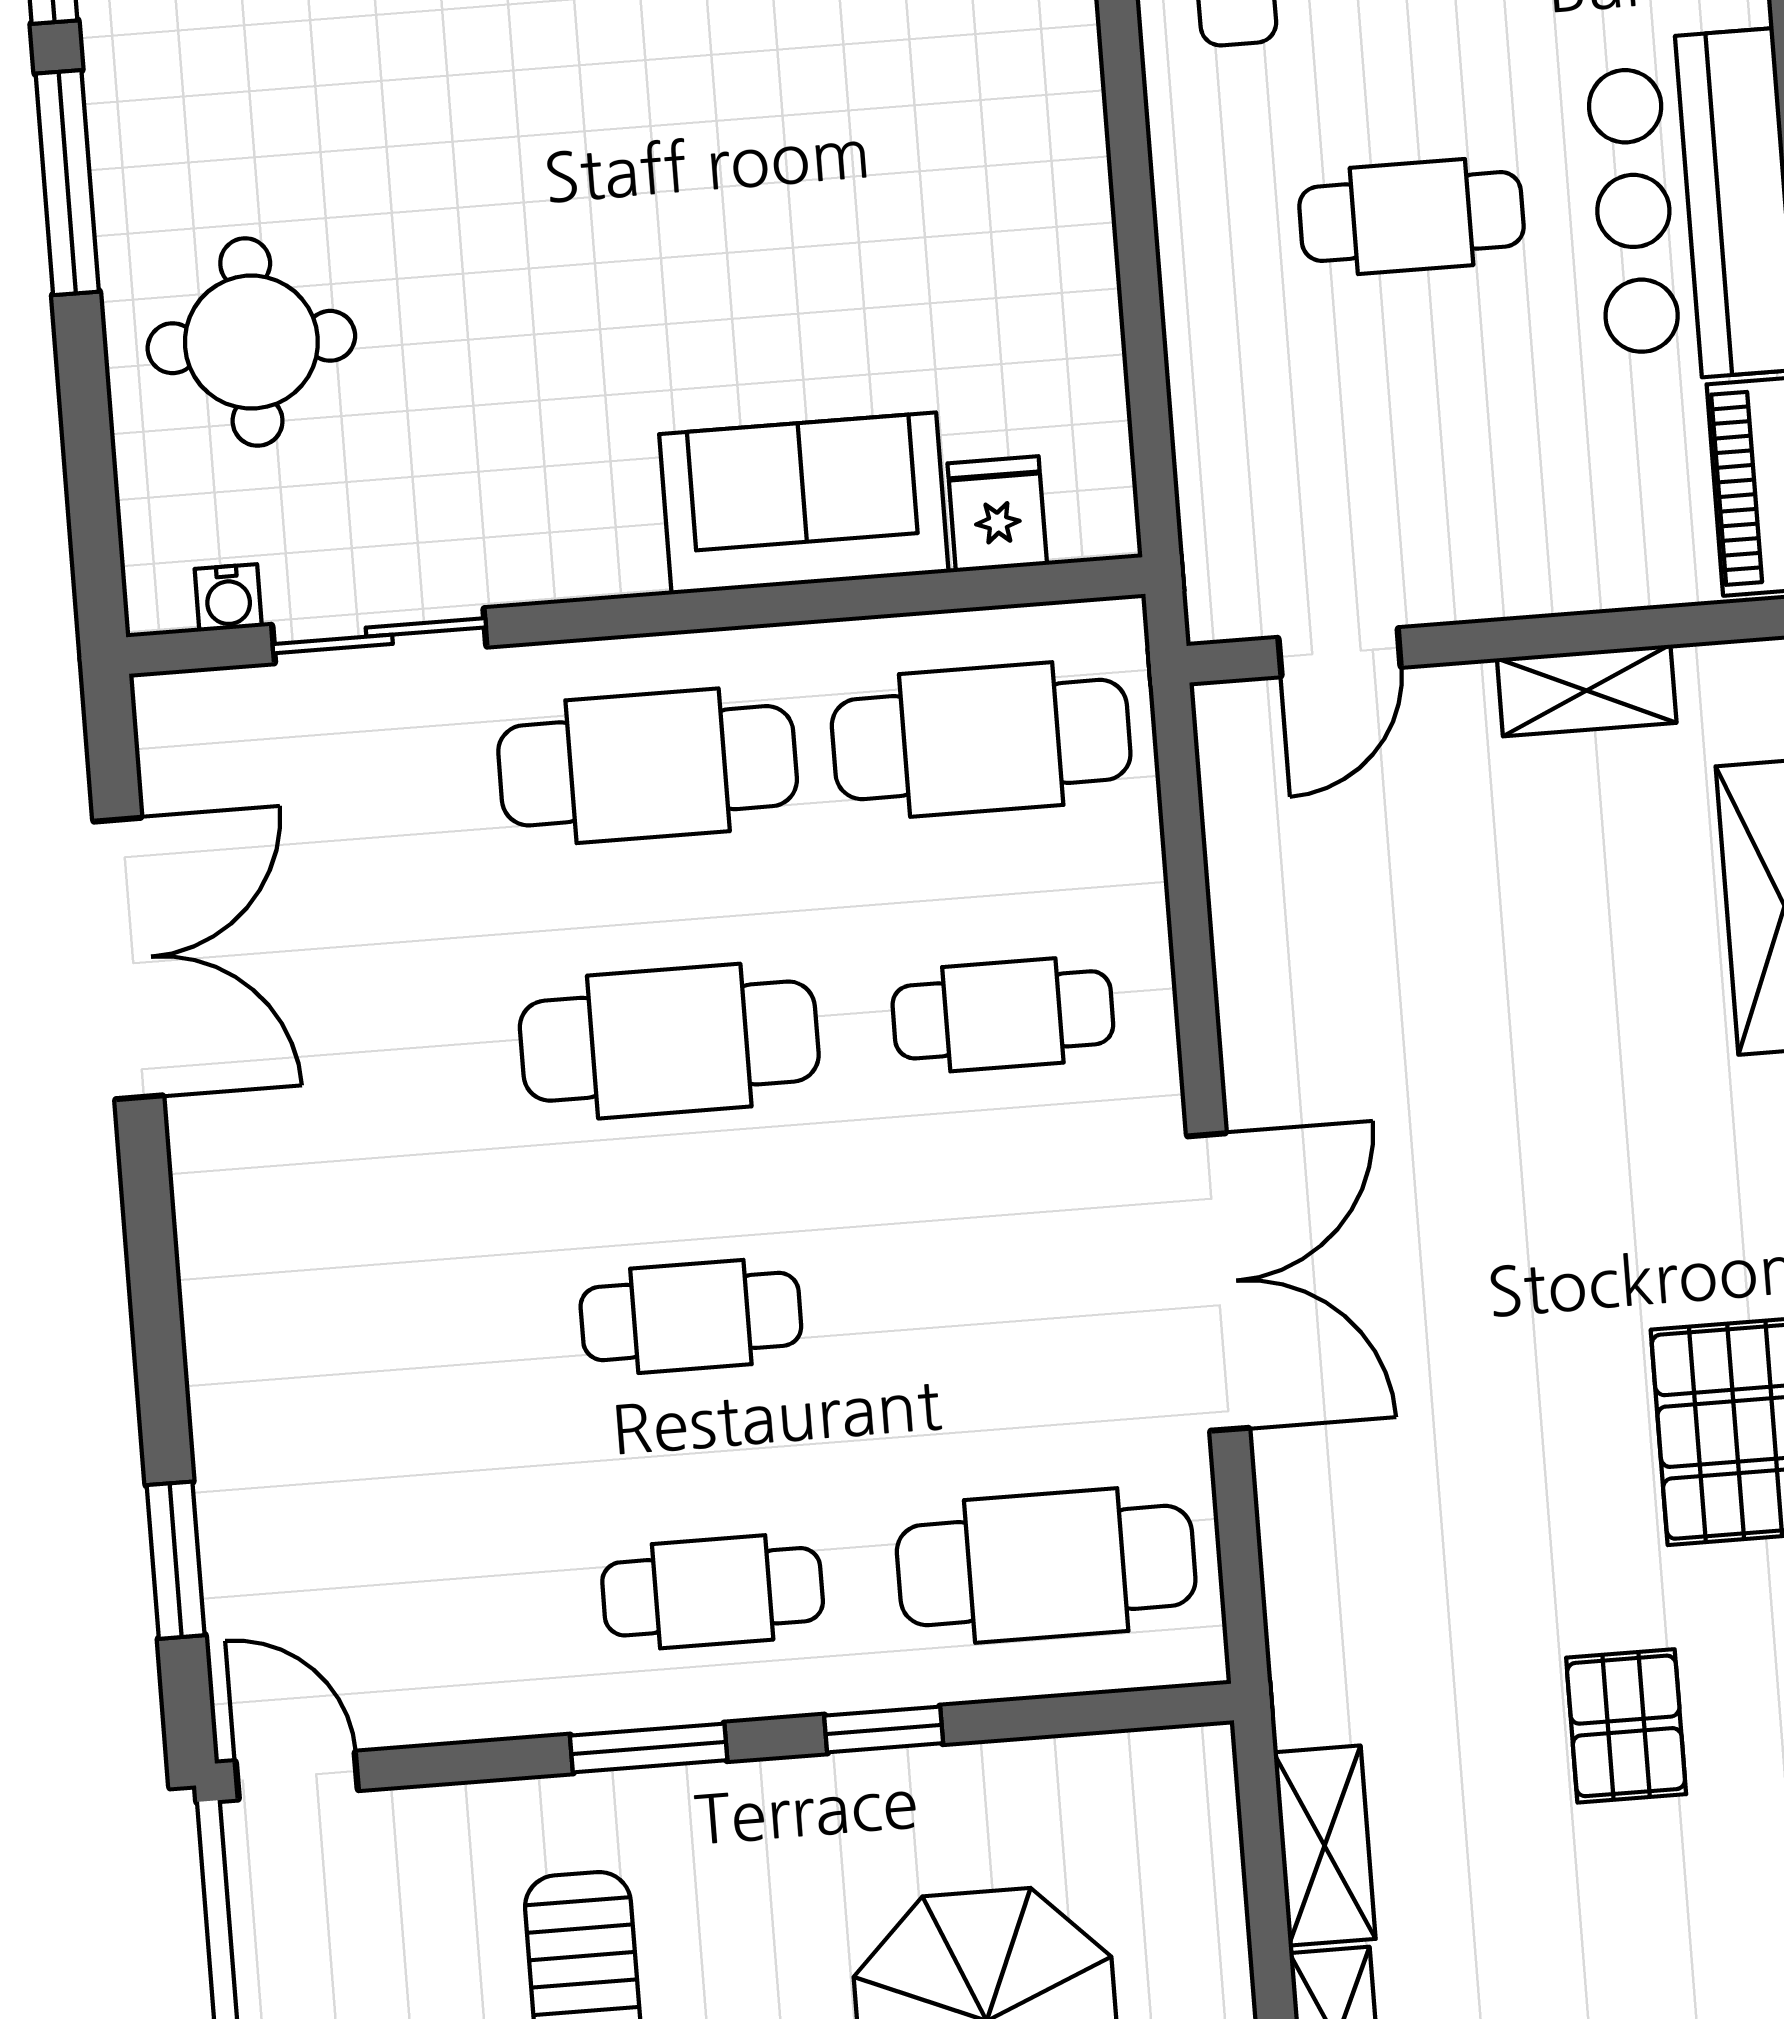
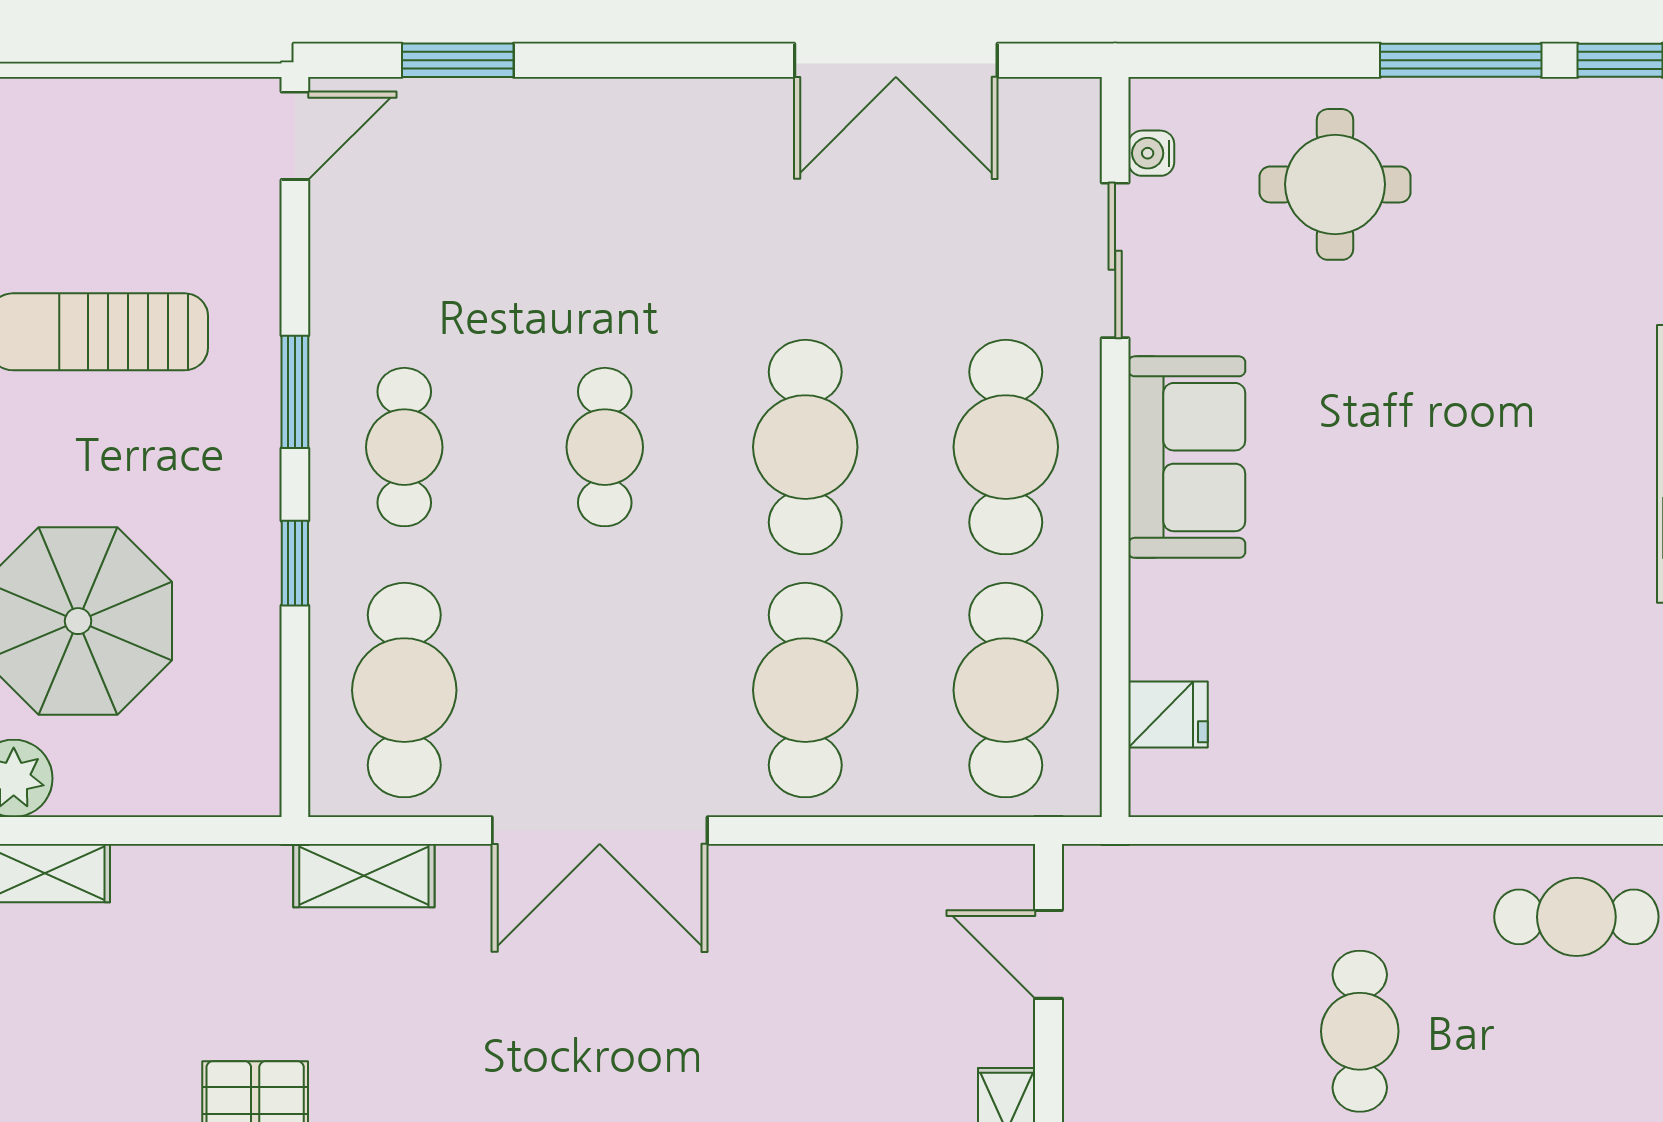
sofa: (804, 503) -> (1187, 457), moved
cafe table: (1003, 1015) -> (805, 690), width x1.37, depth x1.35
shelving: (1325, 1846) -> (364, 876), moved

